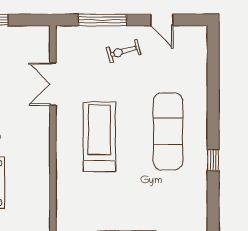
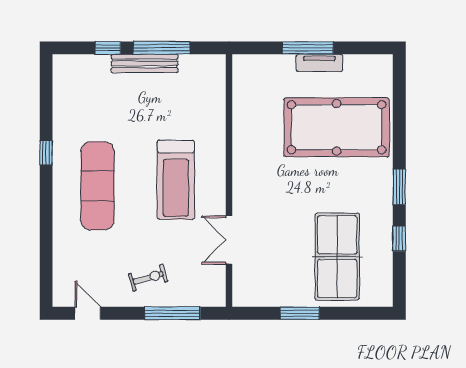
door: (162, 20) -> (88, 313), moved
double door: (53, 84) -> (229, 240), swing flipped

